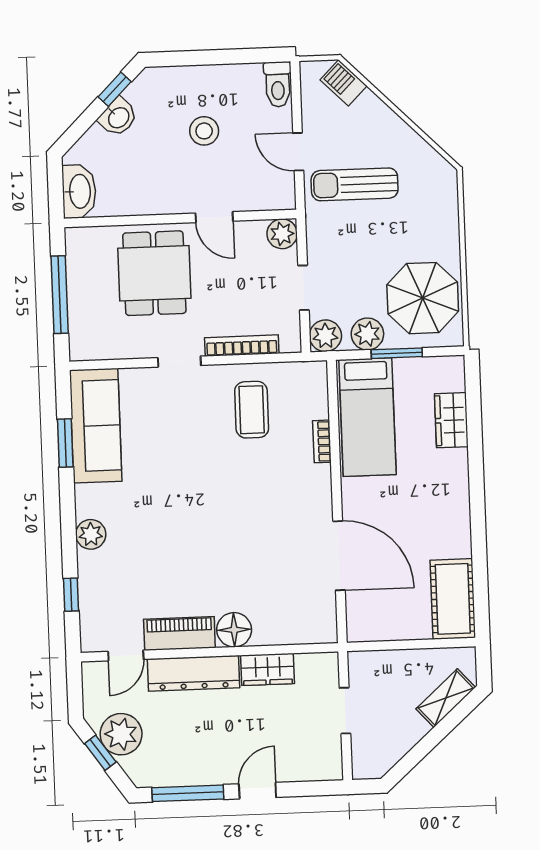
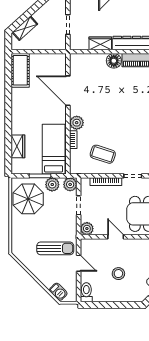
coffee table: (252, 410) -> (103, 154), turned -72
plant: (316, 481) -> (77, 123), added

